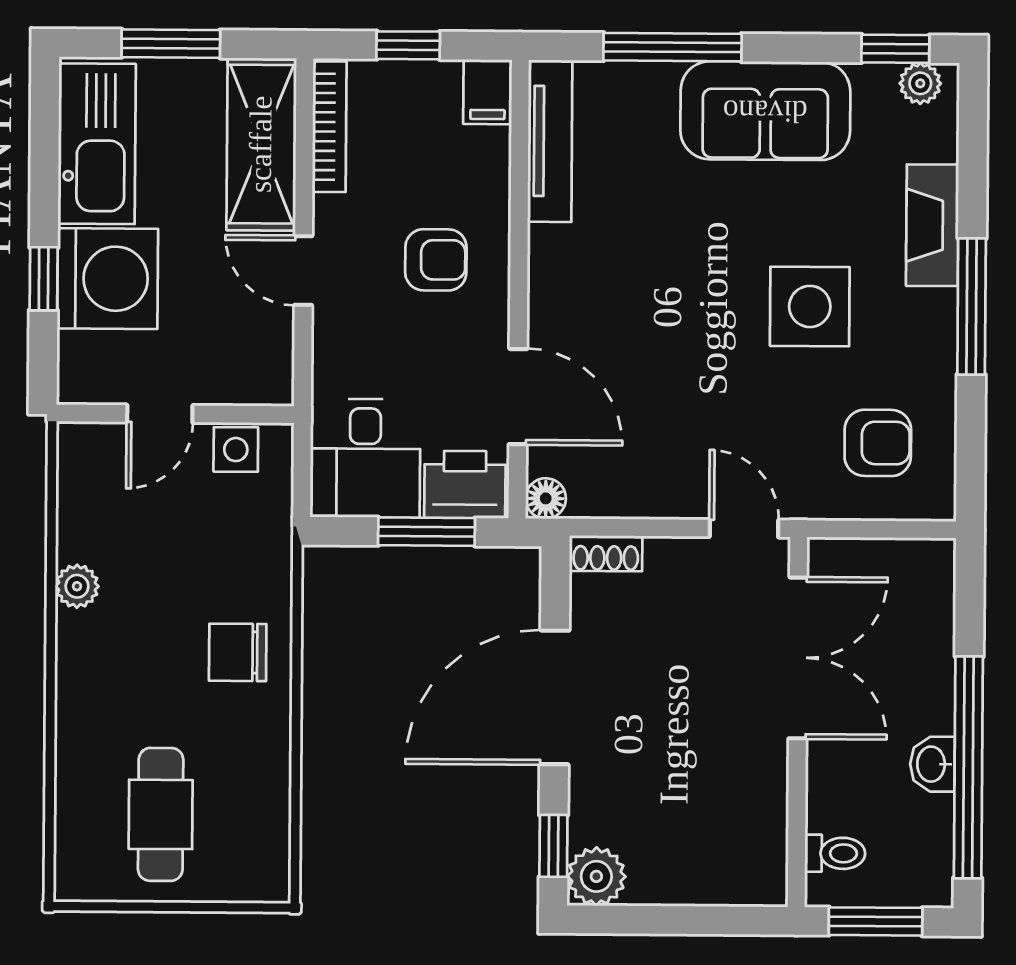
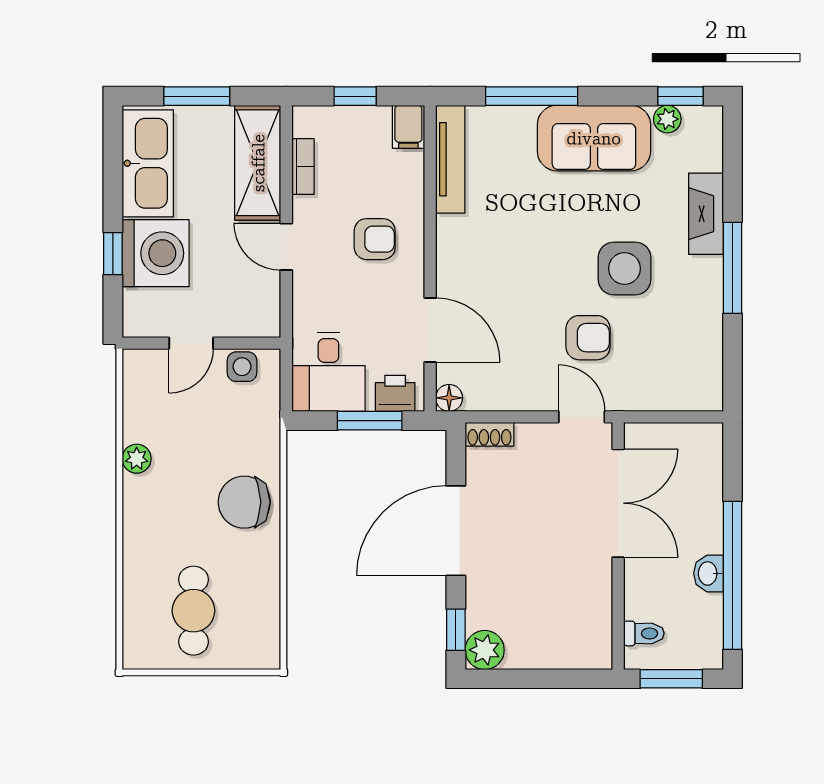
plant: (920, 83) -> (667, 119), moved
bookcase: (329, 127) -> (303, 166), width x0.64
armchair: (878, 443) -> (588, 338), moved
printer: (465, 485) -> (395, 393), width x0.73, depth x0.81
chair: (238, 652) -> (244, 502), width x1.37, depth x1.37

